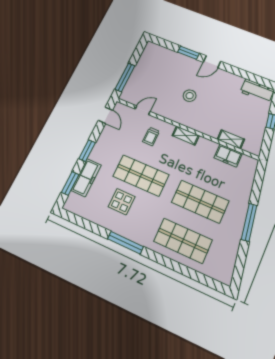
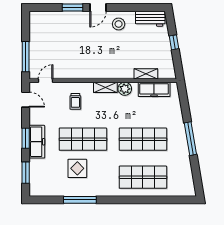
stool: (190, 96) -> (119, 24), moved
door: (143, 110) -> (46, 81), moved
plant: (204, 145) -> (125, 89), added
freezer: (228, 156) -> (154, 89), width x1.40
freezer: (86, 178) -> (37, 142), moved
window: (125, 243) -> (80, 200), moved

